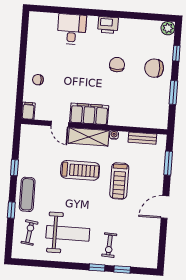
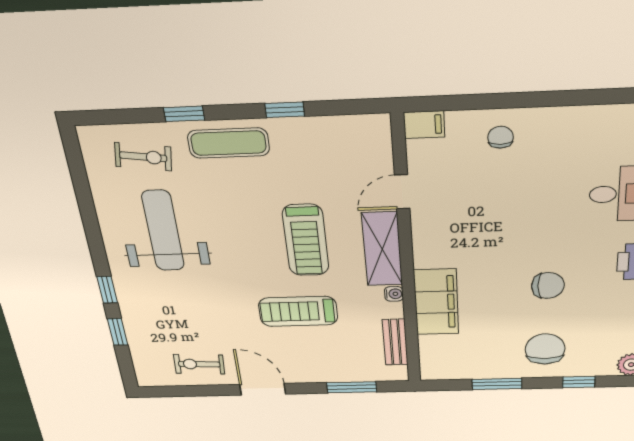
filing cabinet: (89, 114) -> (436, 302), moved
weight bench: (68, 233) -> (163, 231), turned 180
exercise bike: (109, 245) -> (199, 364), moved

